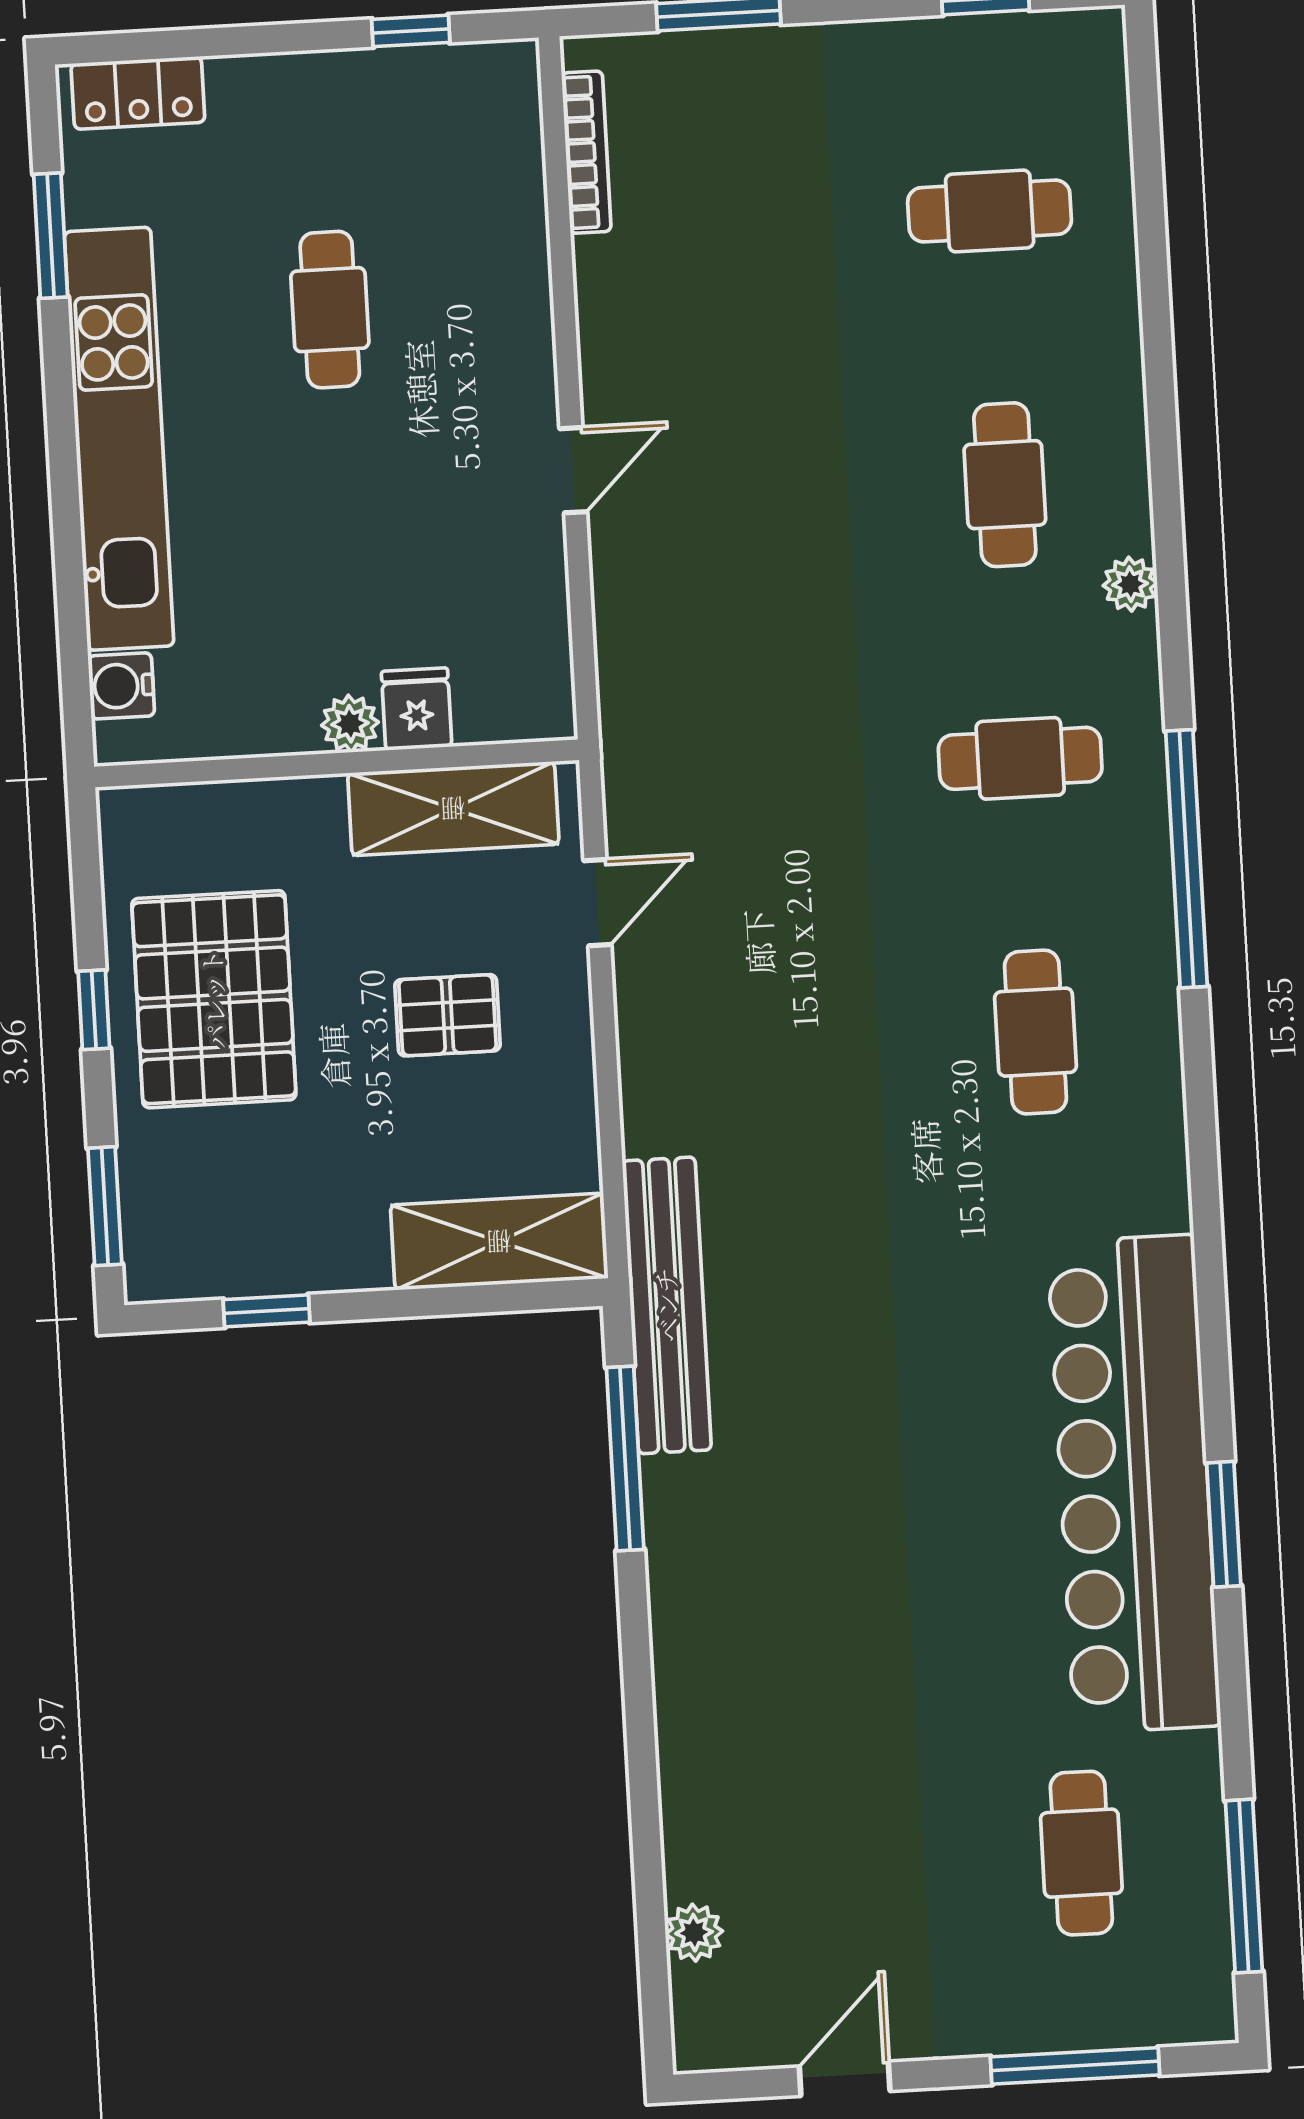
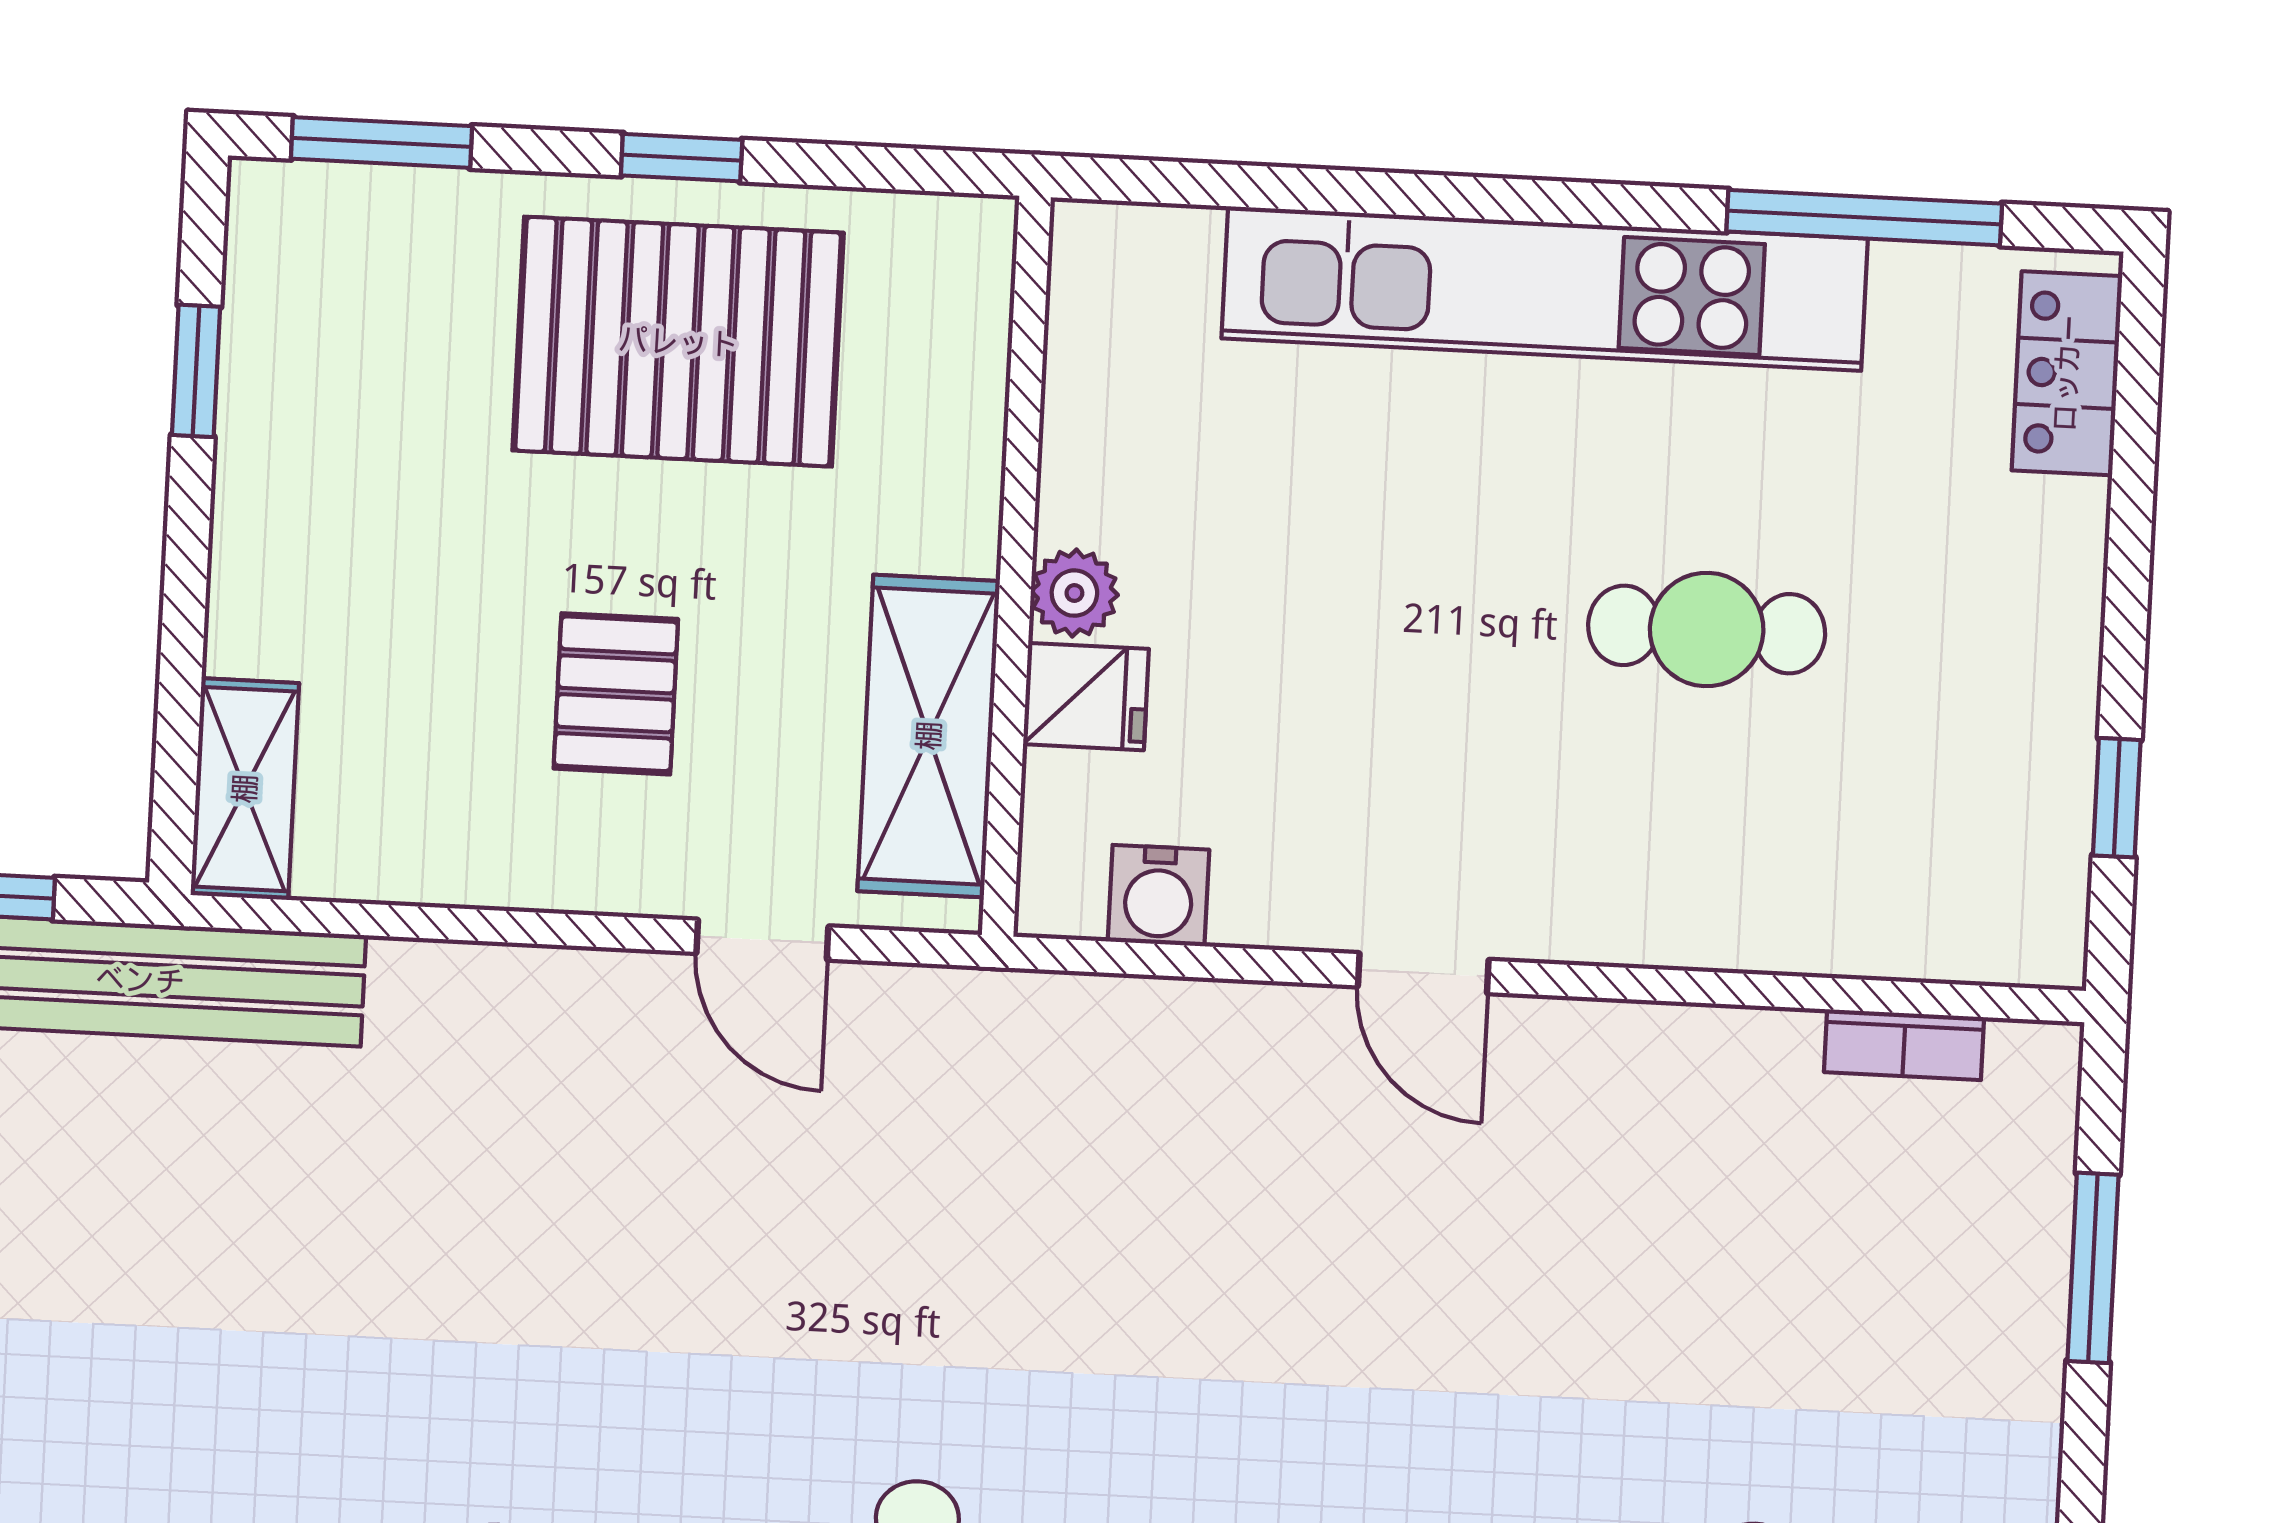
bookcase: (586, 152) -> (1904, 1045), width x0.64
window: (51, 236) -> (1864, 218), width x1.44
water cooler: (121, 686) -> (1159, 896), moved, turned 180
shelving: (499, 1242) -> (245, 789), width x0.67, depth x0.75

